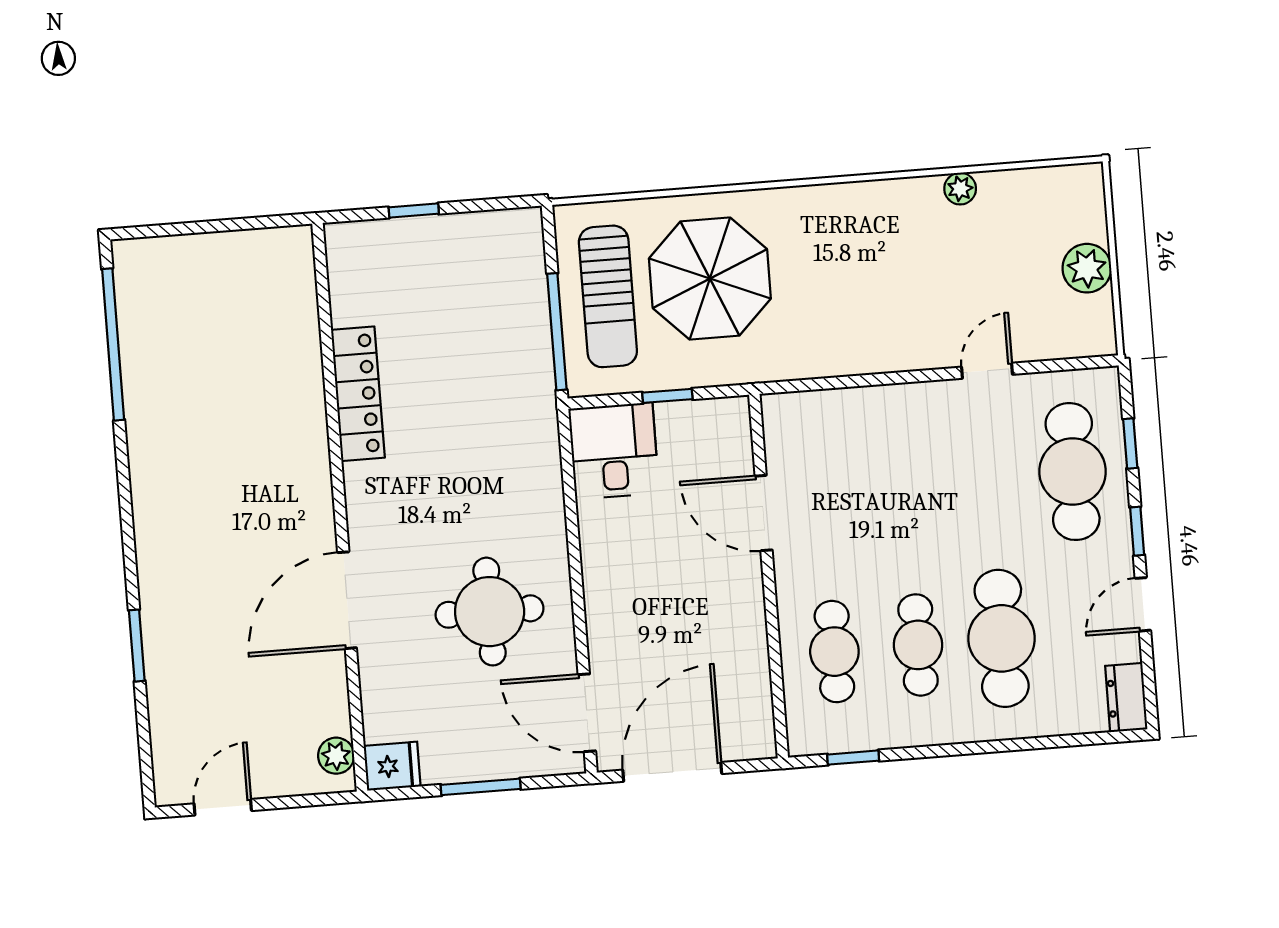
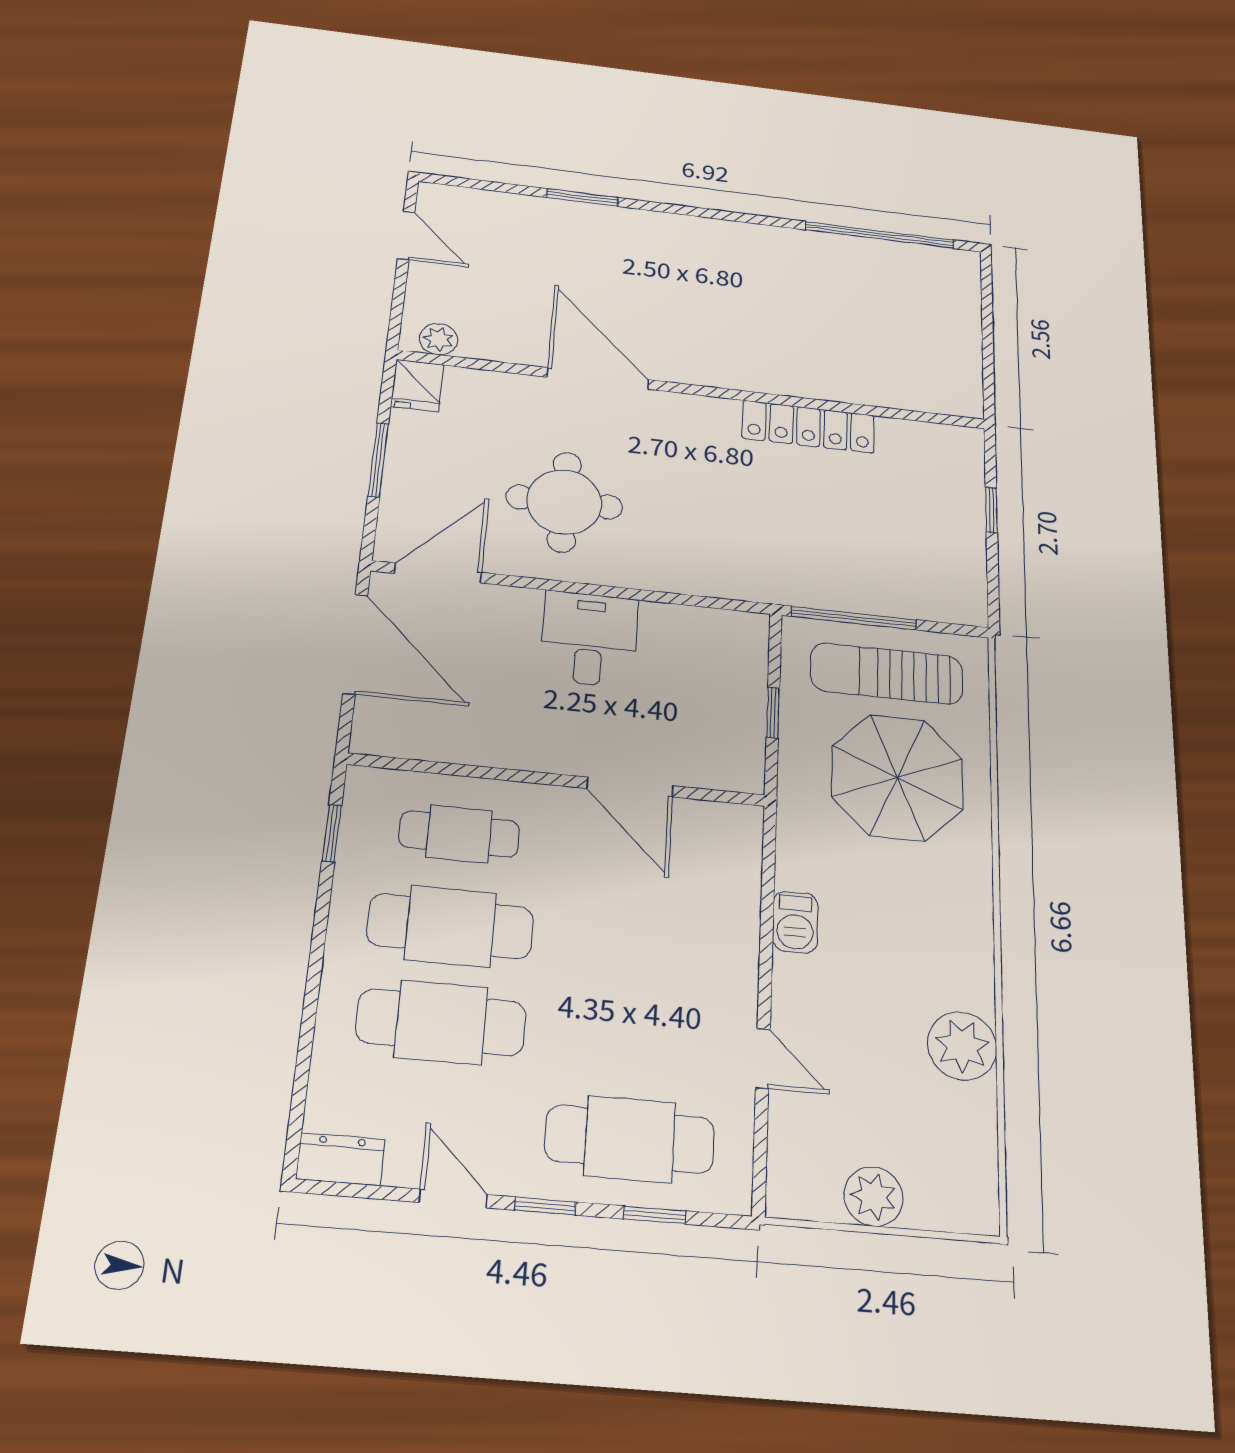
plant: (960, 189) -> (962, 1046), width x1.87, depth x1.87
barbecue: (862, 356) -> (795, 922), added
desk: (614, 451) -> (589, 639), moved, turned -90
door: (764, 513) -> (630, 787), swing flipped
cafe table: (918, 645) -> (450, 926), width x1.37, depth x1.35

